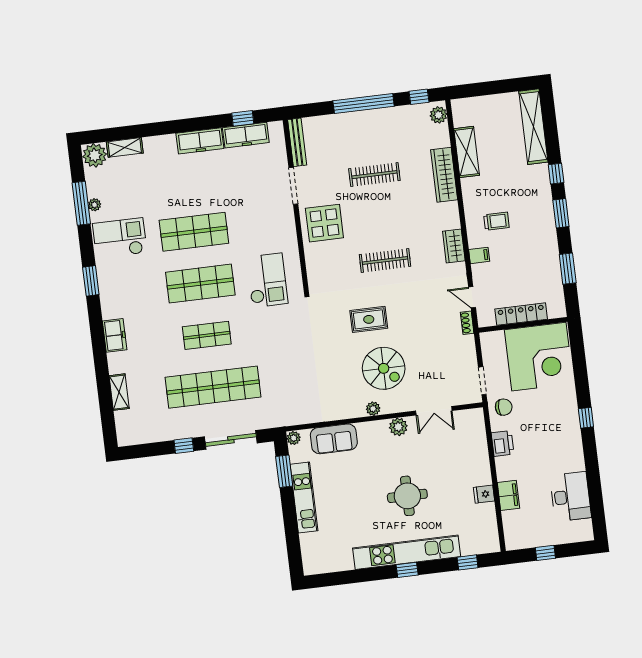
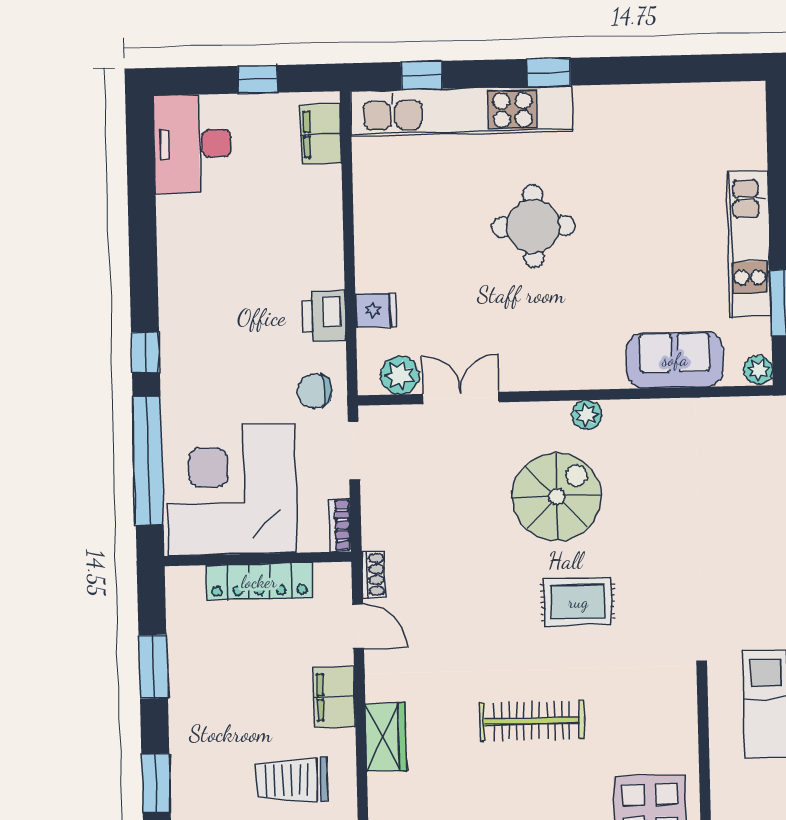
trolley: (496, 221) -> (292, 780), width x1.36, depth x1.39
filing cabinet: (479, 255) -> (335, 697), width x2.00
bookcase: (485, 345) -> (340, 525), added
window: (580, 366) -> (148, 461), added
spiral stairs: (384, 368) -> (557, 497), turned 90
plant: (398, 427) -> (400, 375), moved
fridge: (484, 494) -> (376, 310), moved
filing cabinet: (508, 495) -> (321, 134), moved
desk: (570, 497) -> (193, 144), moved
kitchen unit: (407, 552) -> (462, 111), moved

